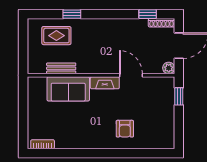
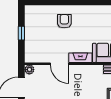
window: (179, 96) -> (21, 33), moved

